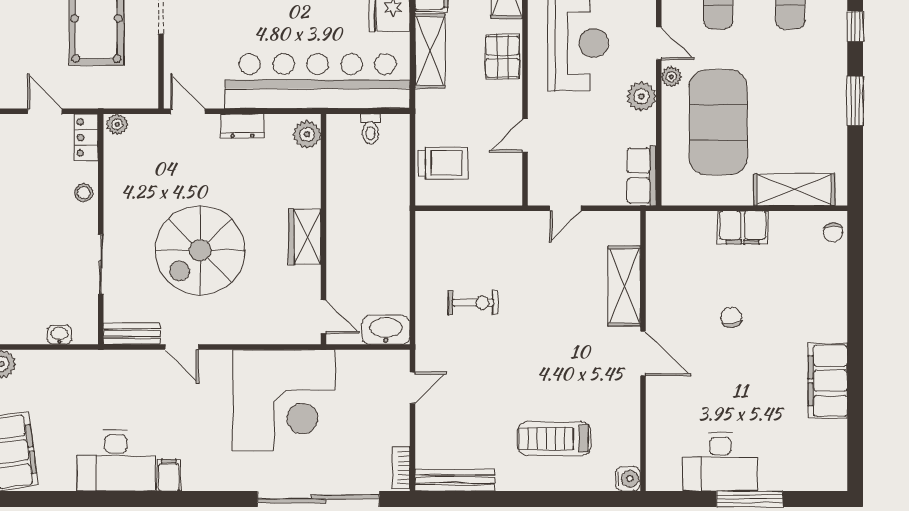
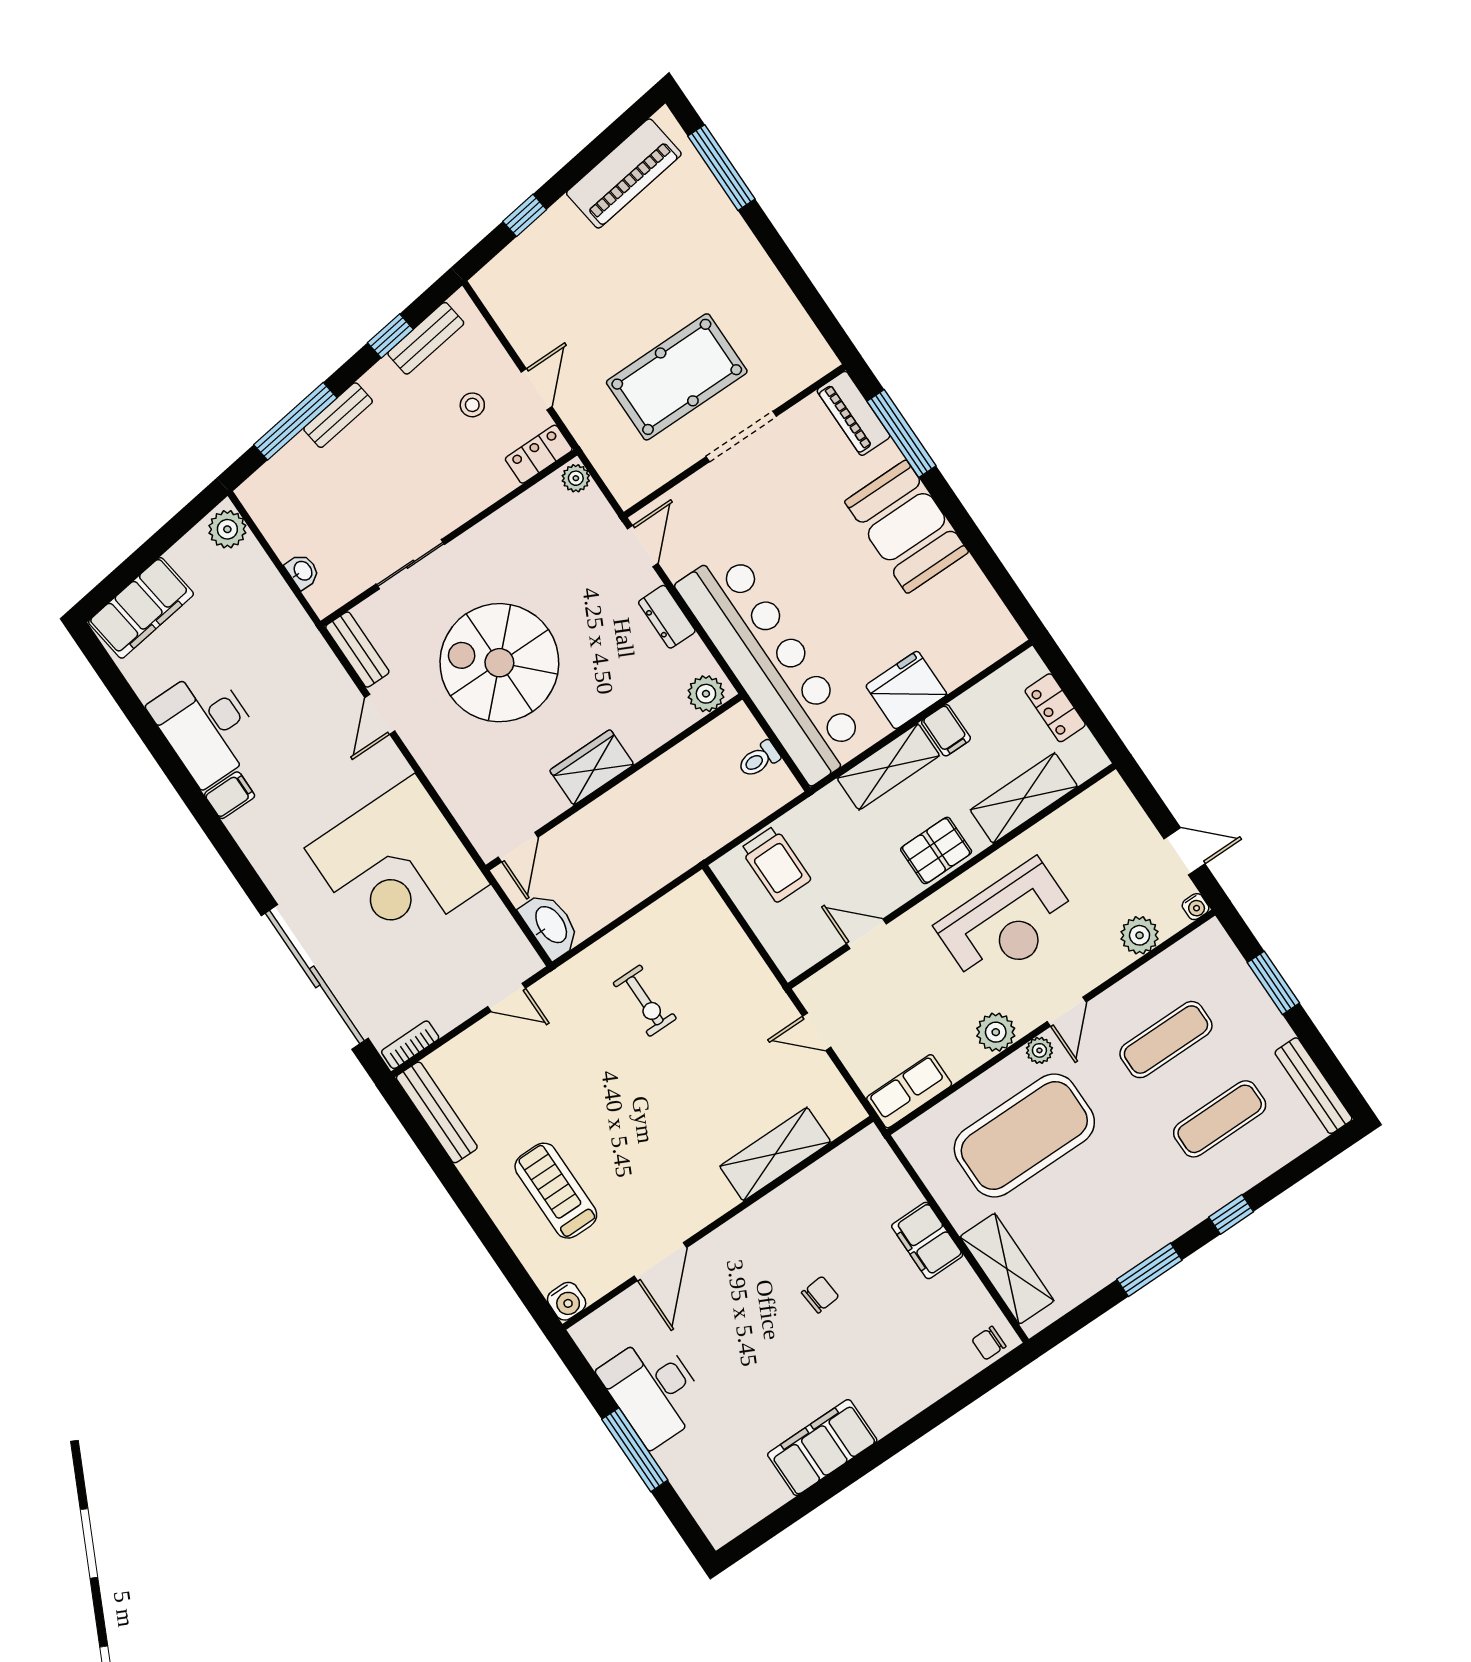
stool: (84, 193) -> (472, 405), moved
door: (643, 353) -> (660, 1262), moved

